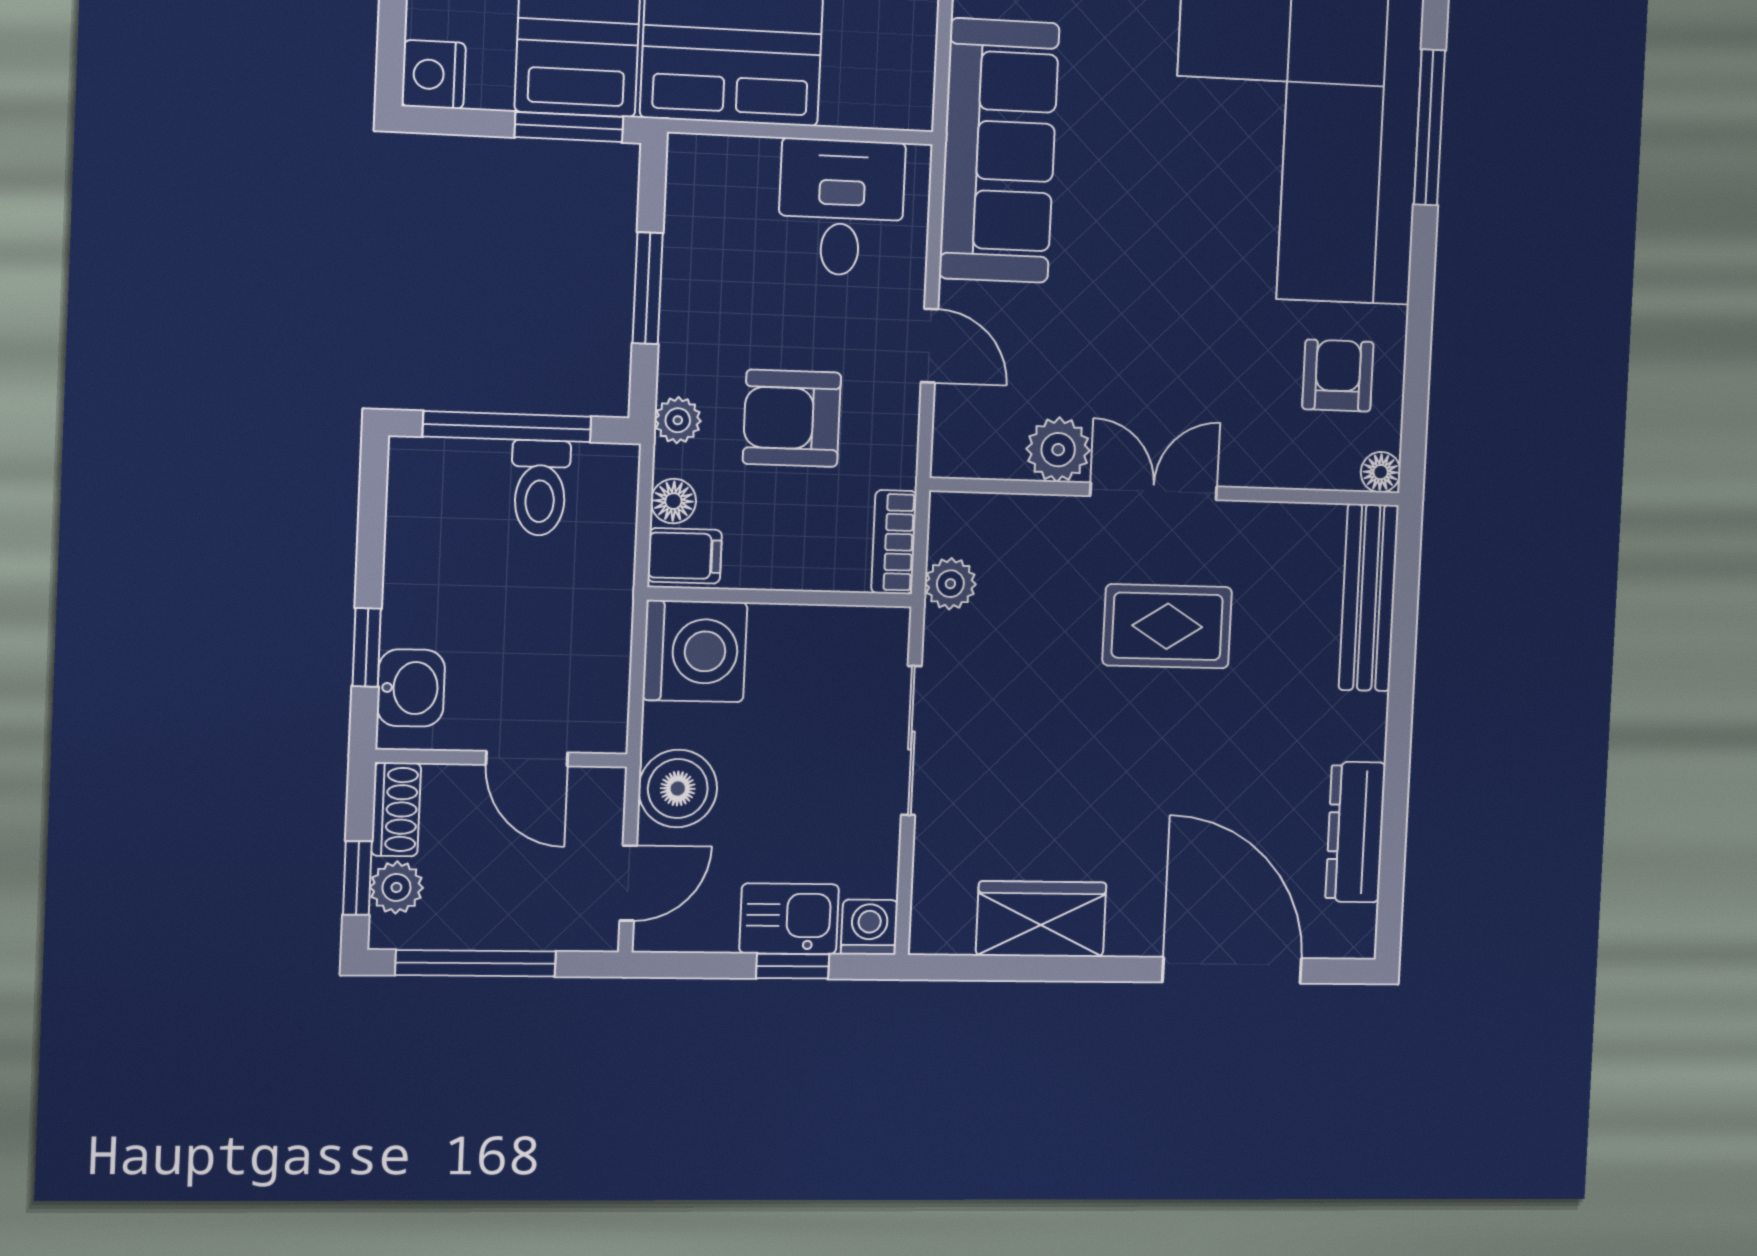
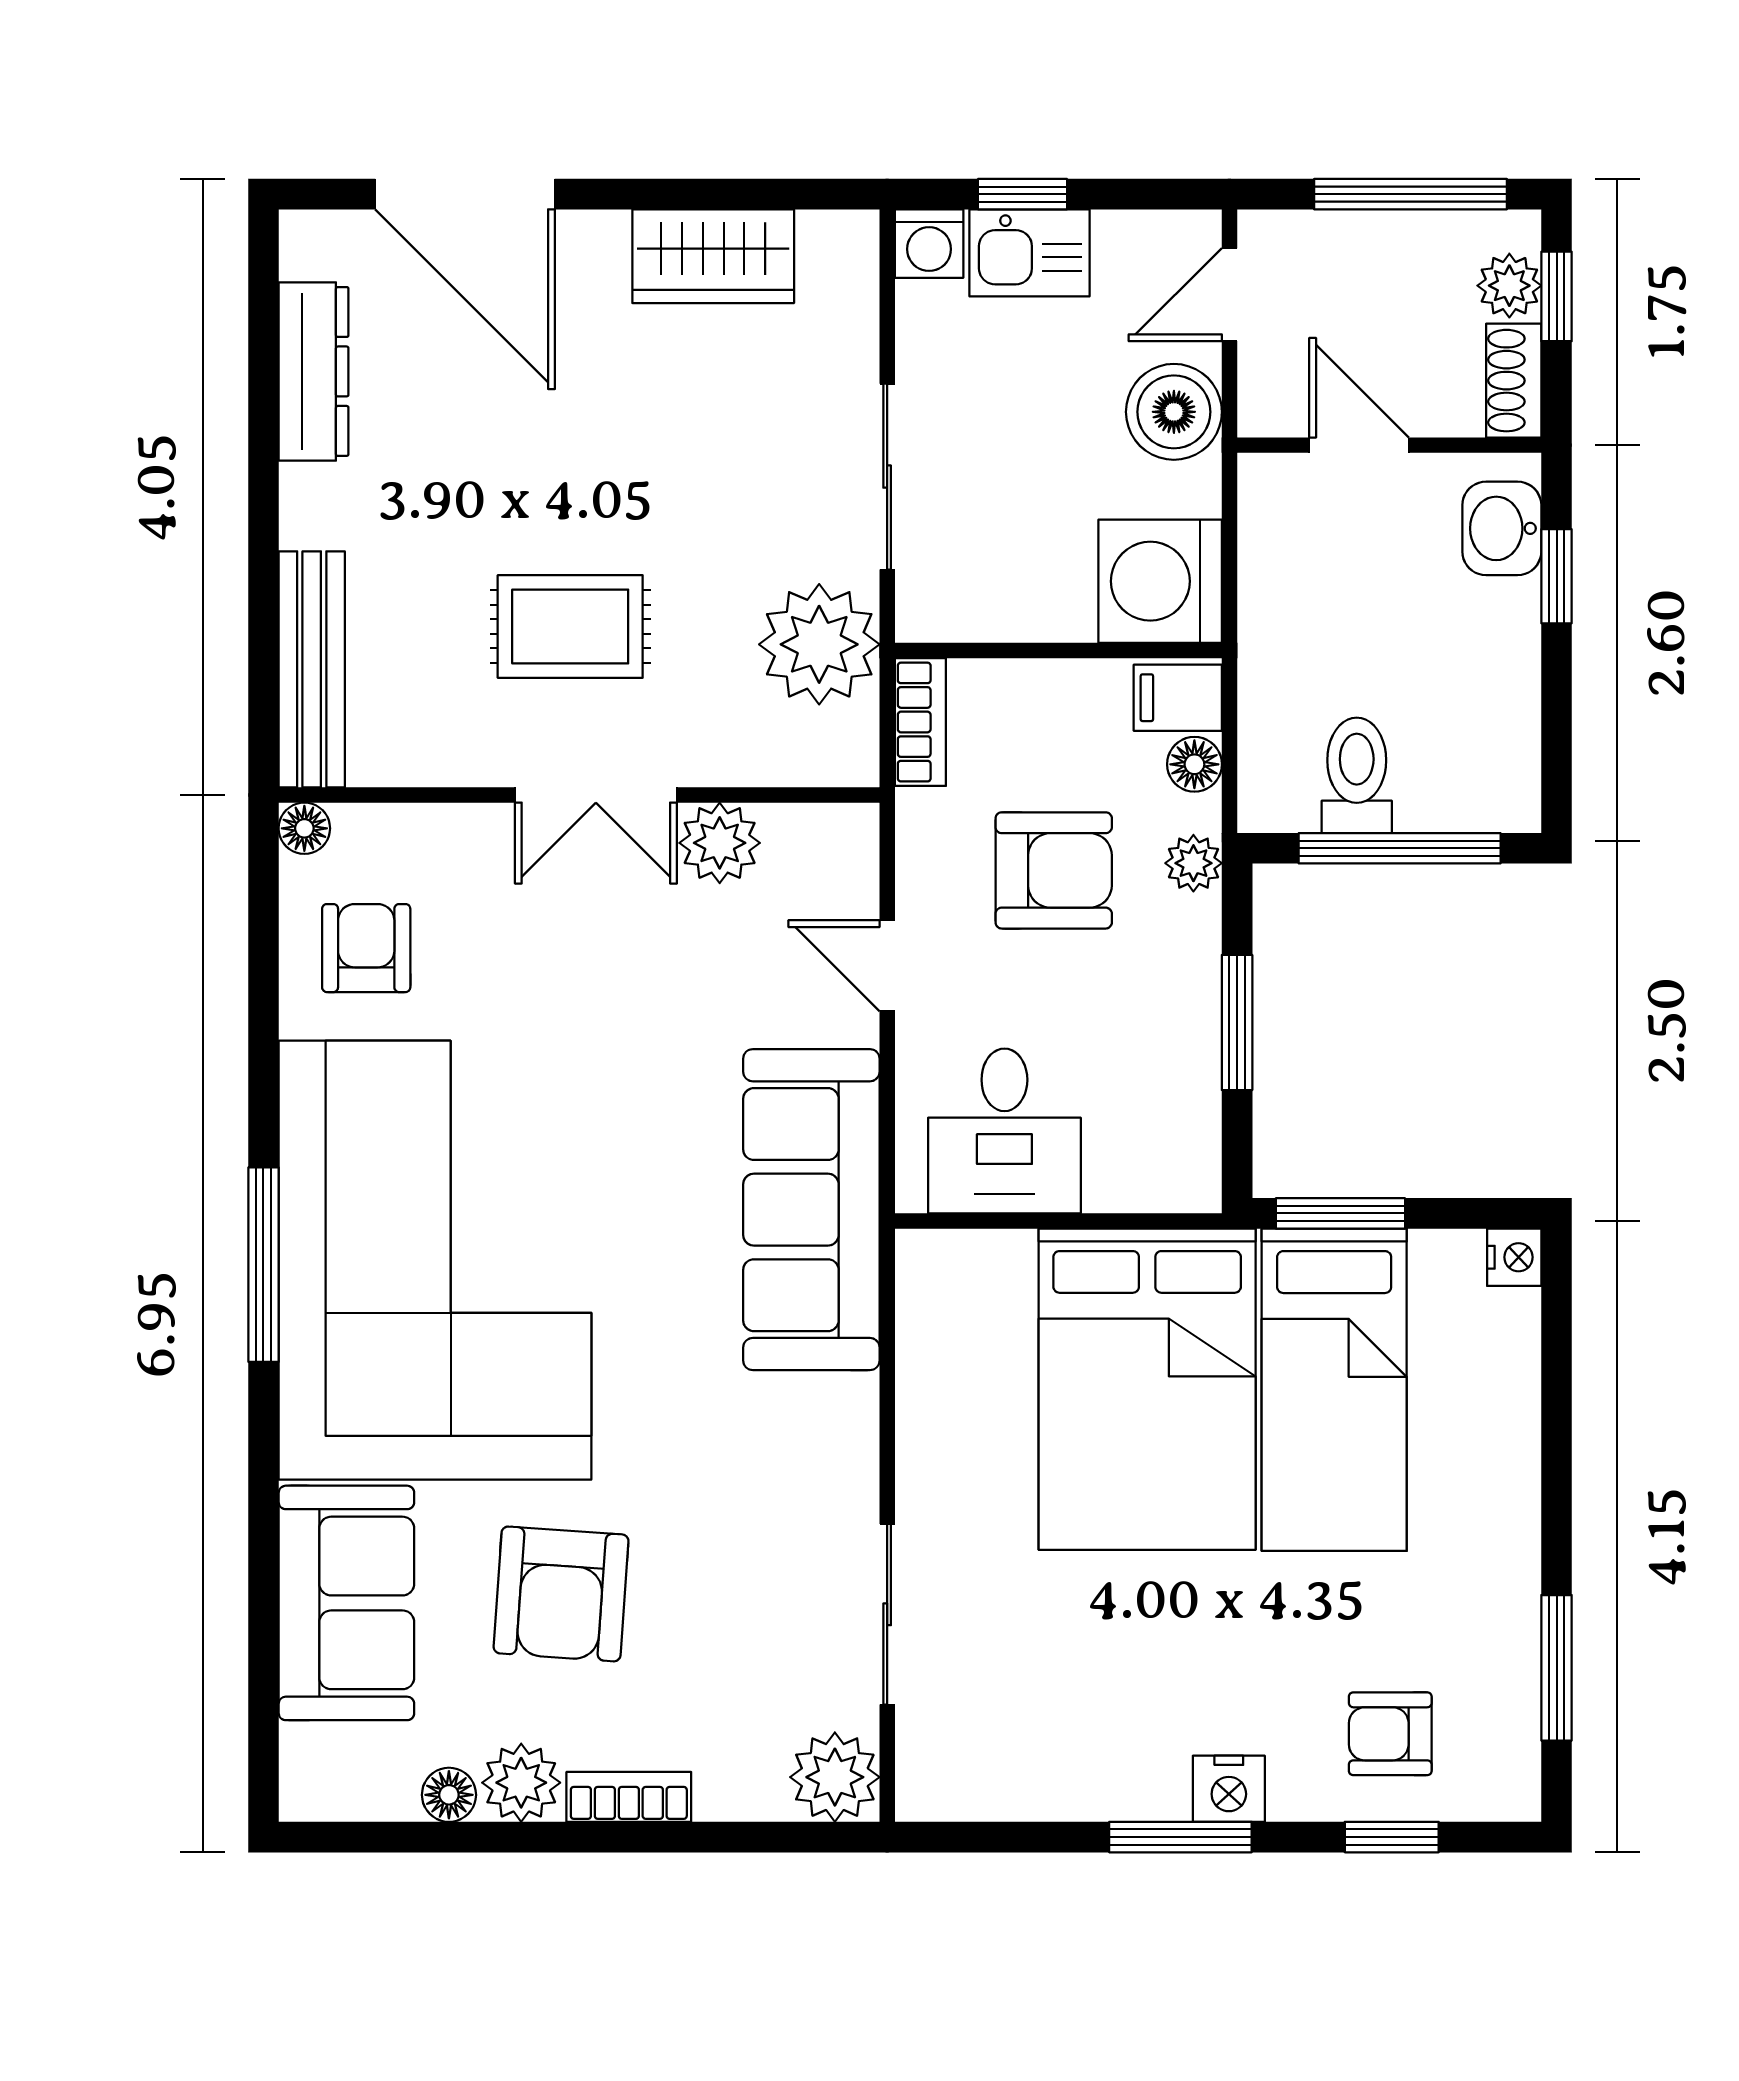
nightstand: (434, 74) -> (1514, 1257), width x0.72, depth x0.74
armchair: (1338, 376) -> (366, 948), turned 180
plant: (950, 584) -> (819, 644), width x1.88, depth x1.88

